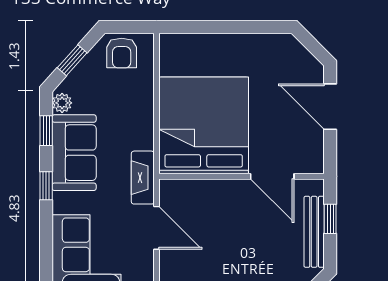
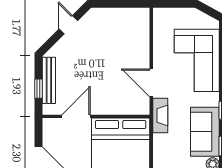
door: (272, 176) -> (76, 116), hinge flipped

